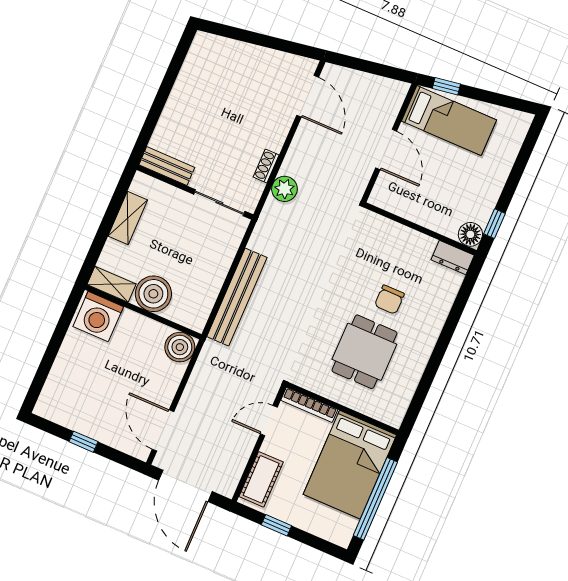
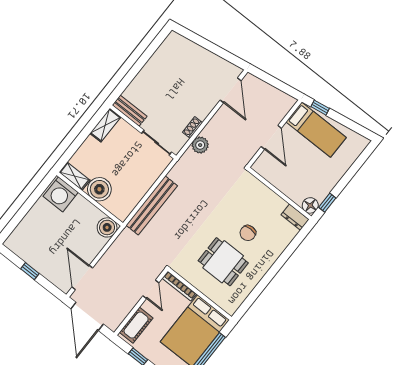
shelving: (128, 218) -> (105, 125), moved
dining table: (364, 352) -> (223, 262), turned 90
door: (269, 421) -> (151, 289), swing flipped

